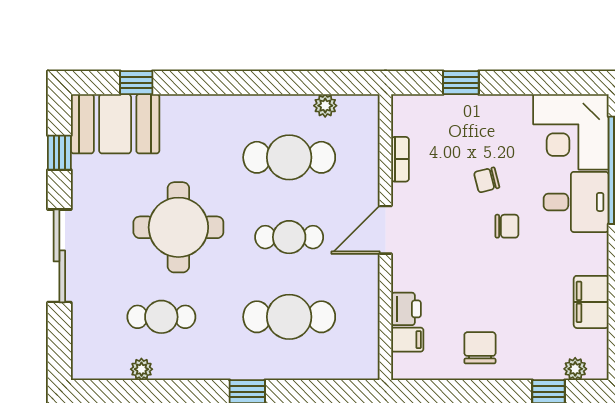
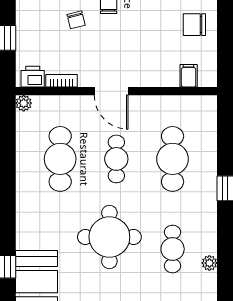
plant: (325, 106) -> (24, 103), moved
printer: (406, 309) -> (33, 77), moved

